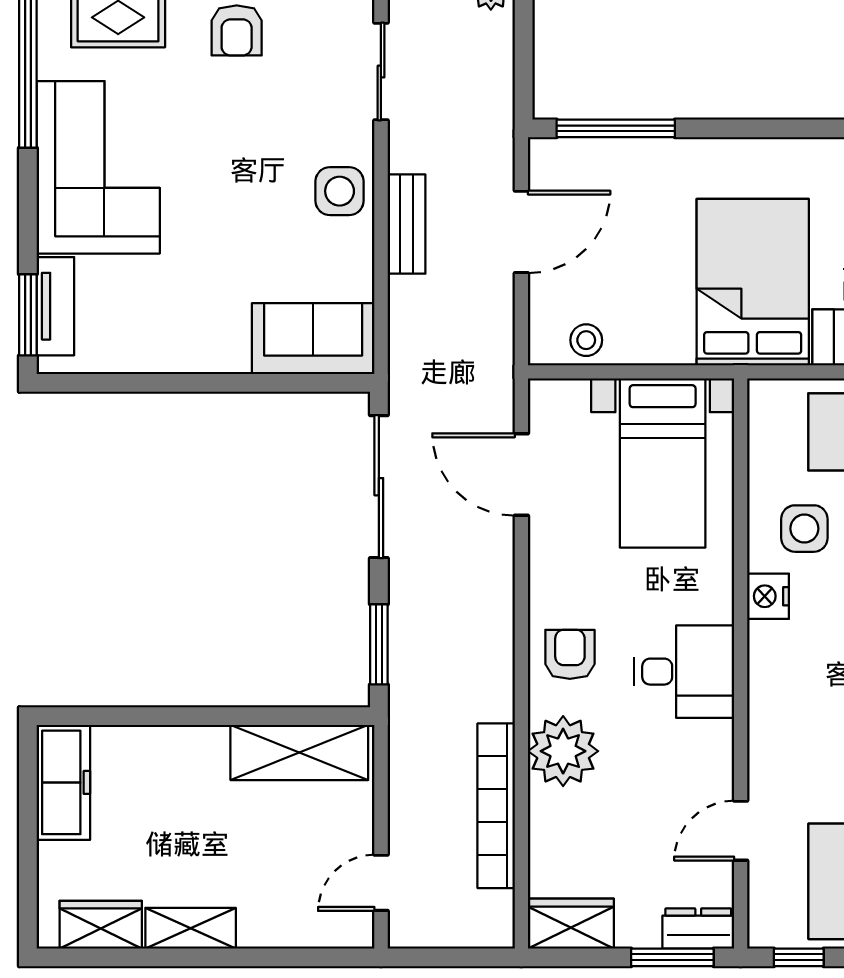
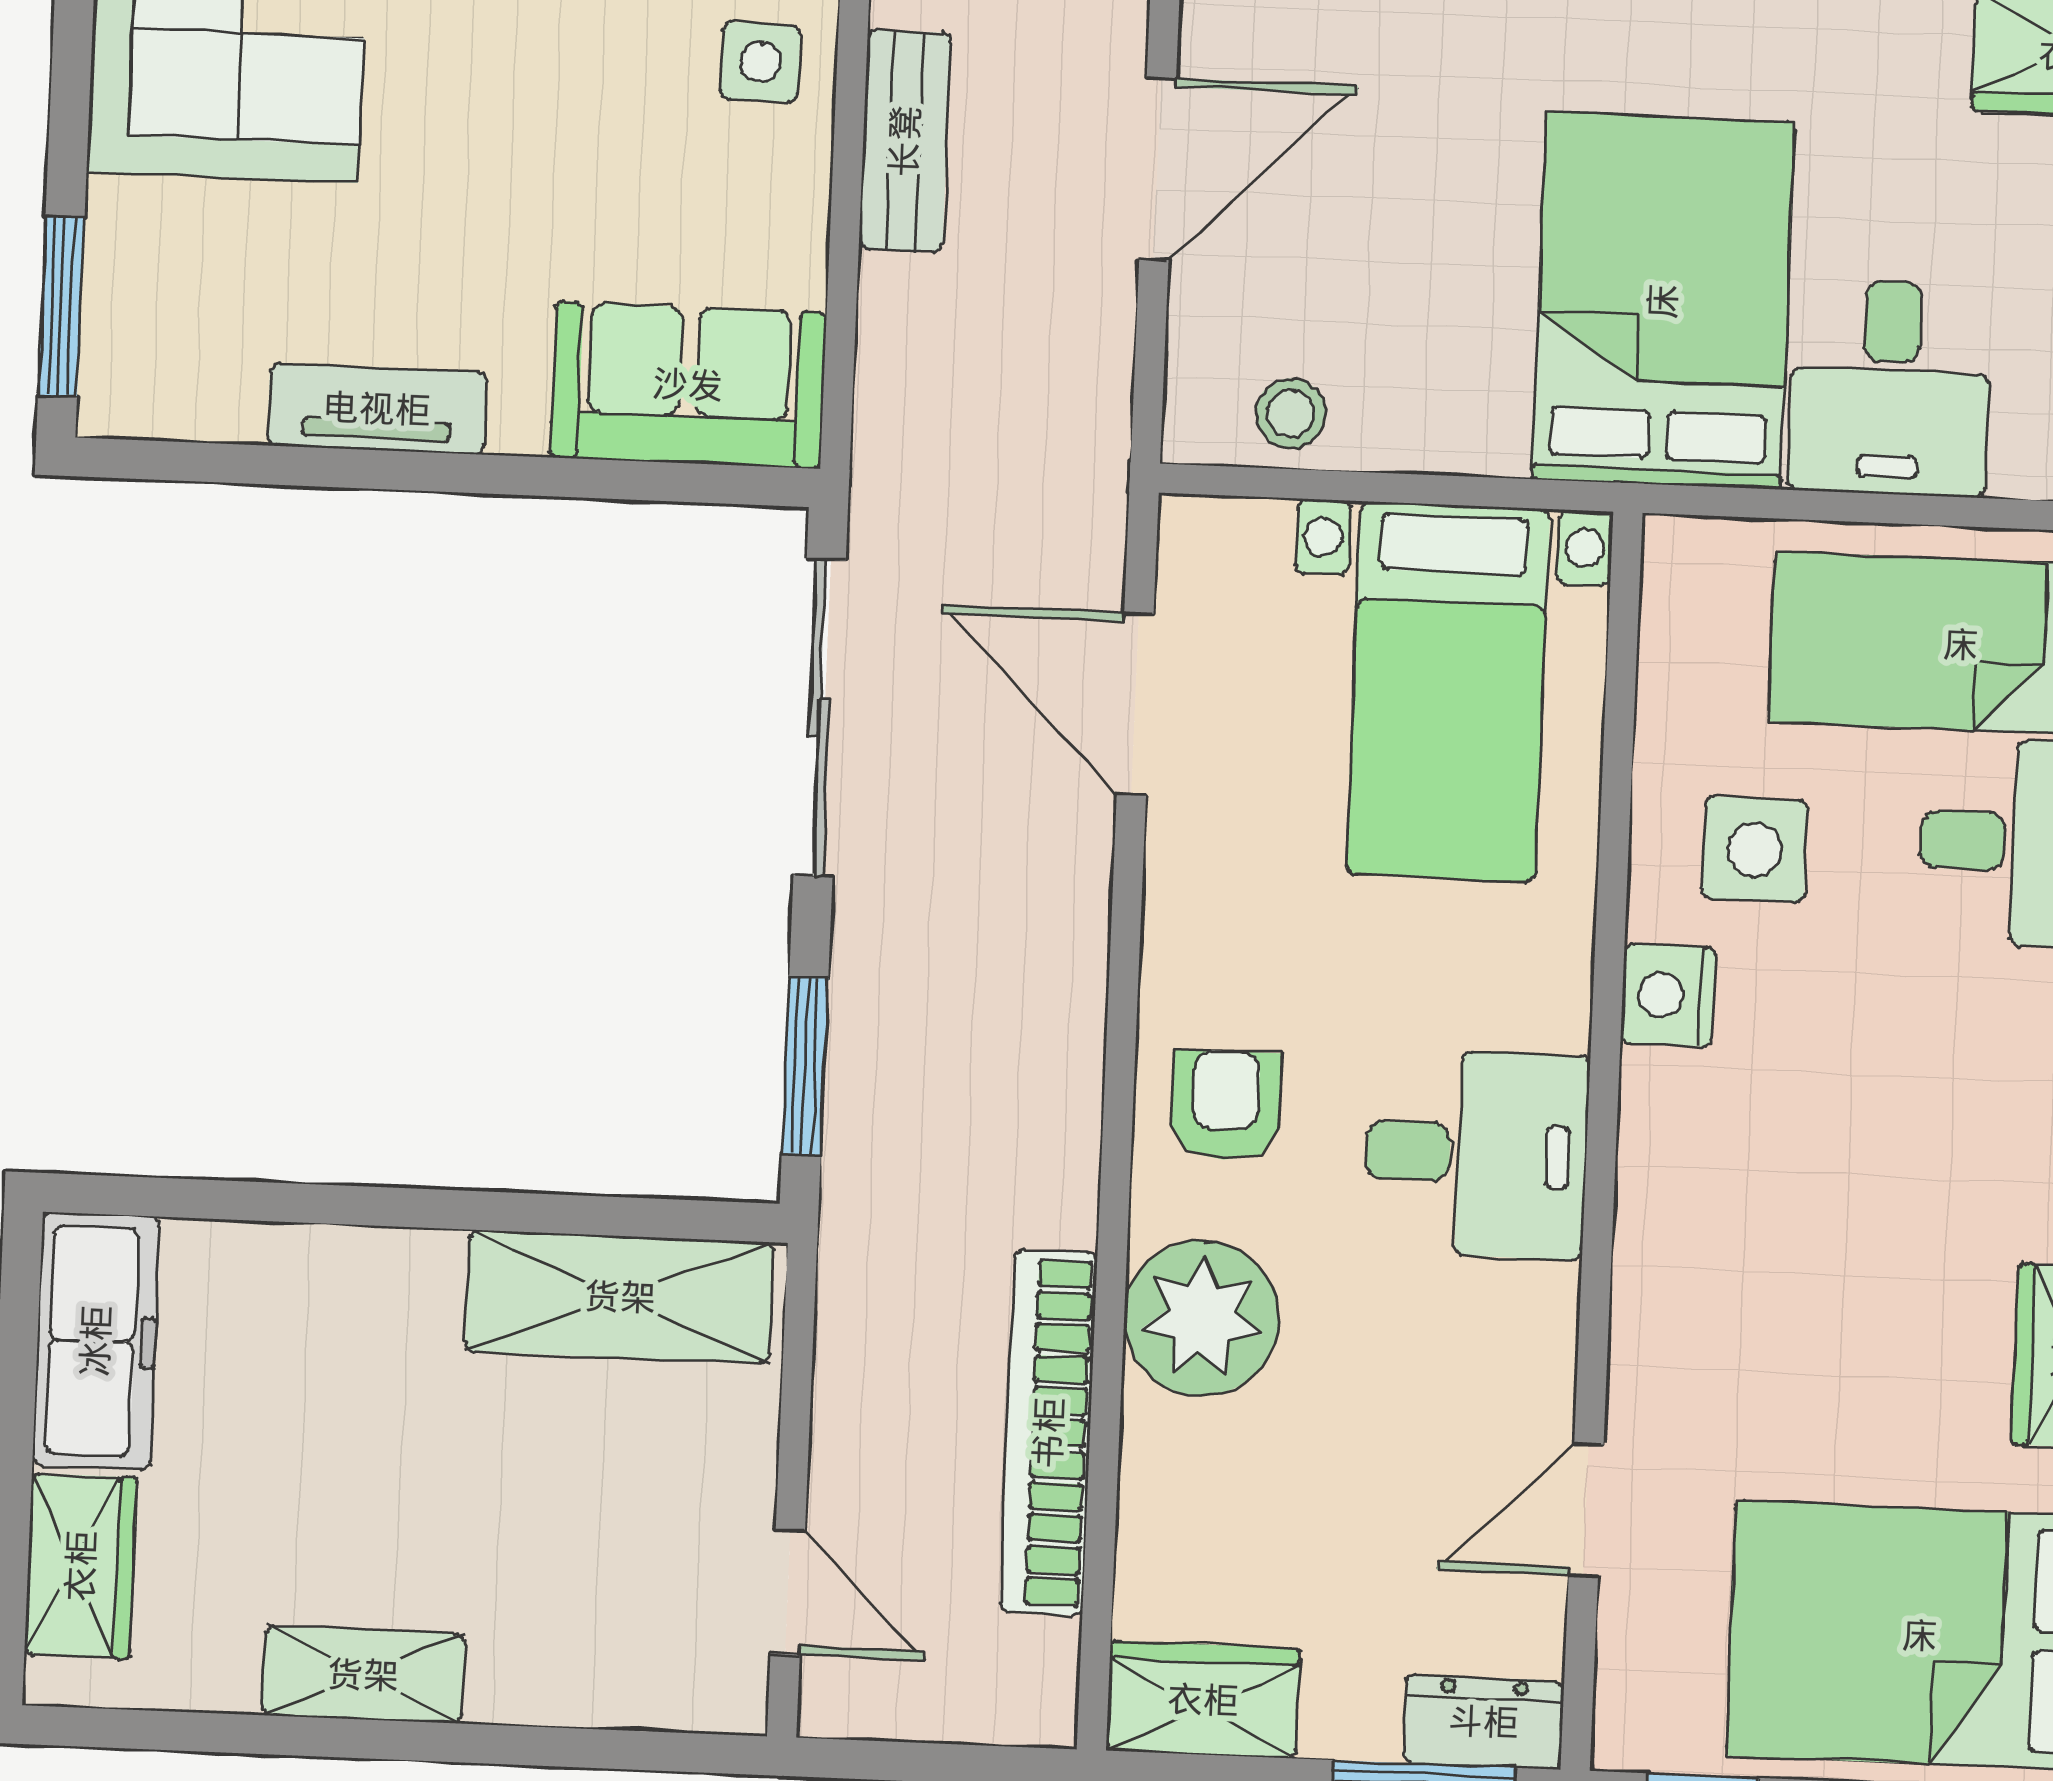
side table: (340, 191) -> (760, 62), width x0.73, depth x0.73
tv unit: (55, 306) -> (377, 409), moved, turned -90
door: (381, 883) -> (788, 1592), swing flipped
wardrobe: (101, 925) -> (81, 1566), moved, turned 90

